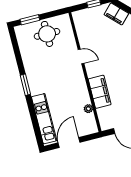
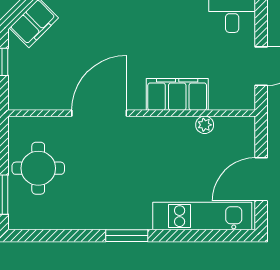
door: (81, 56) -> (99, 113), width x1.88
door: (69, 143) -> (261, 179), hinge flipped

